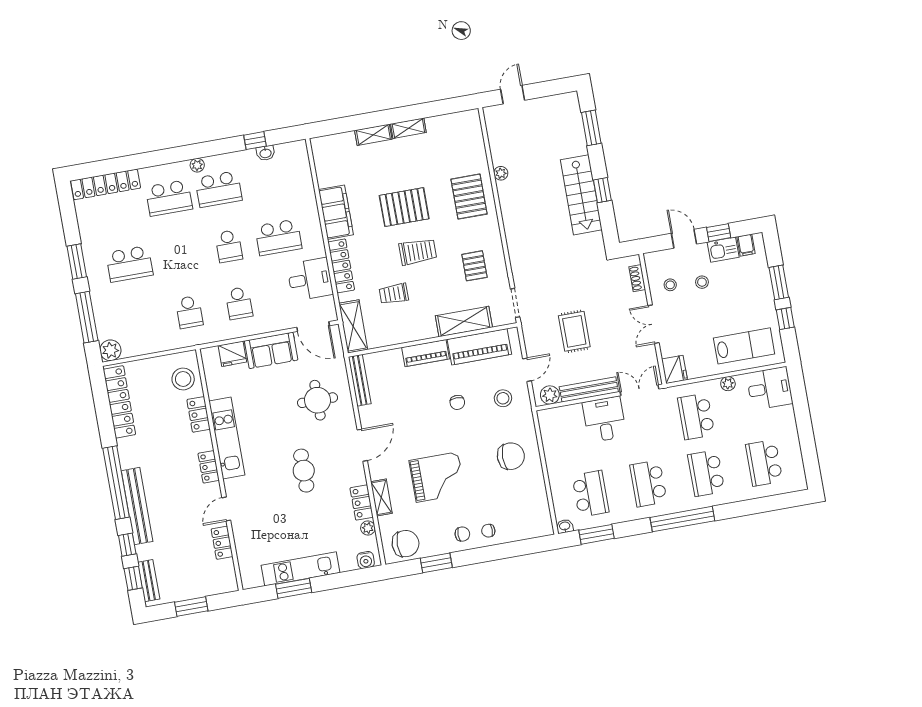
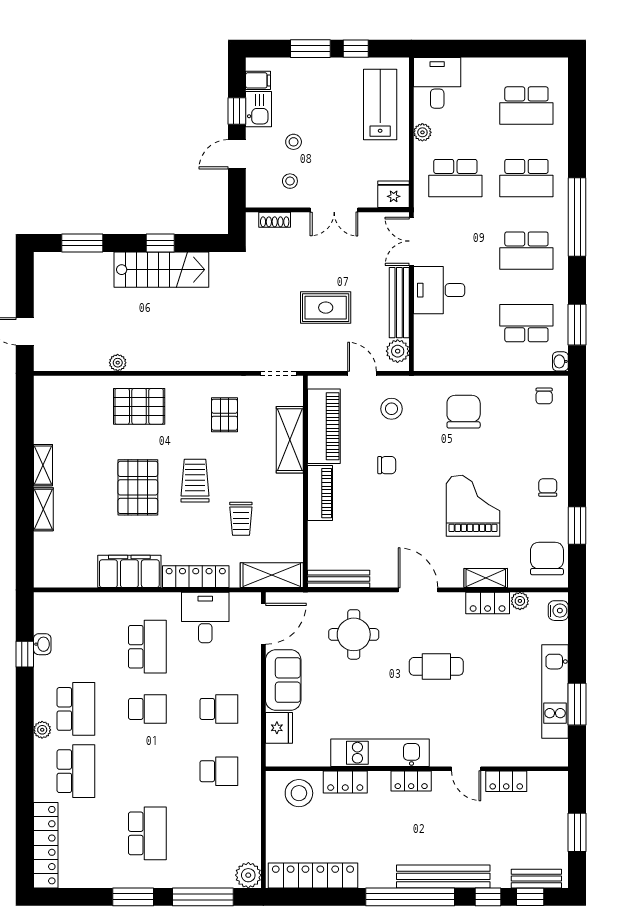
pallet: (474, 266) -> (224, 415), turned 90
chair: (488, 531) -> (544, 396), moved

